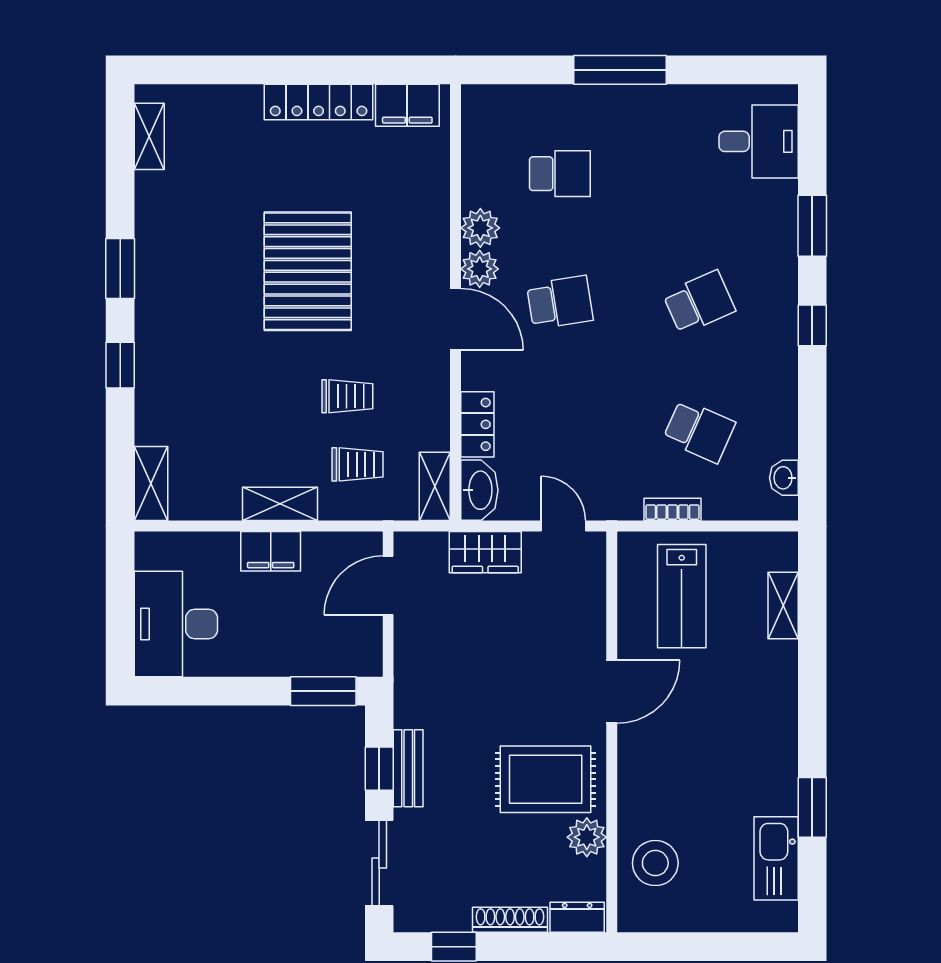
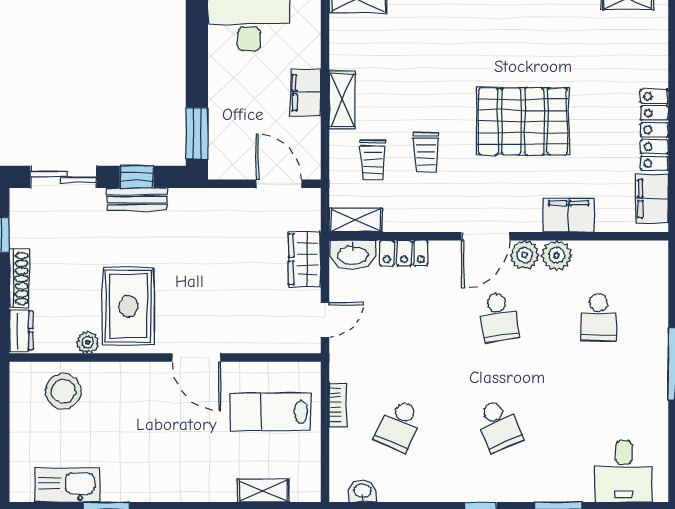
filing cabinet: (428, 212) -> (569, 215), added
plant: (587, 837) -> (88, 342), width x0.73, depth x0.73

